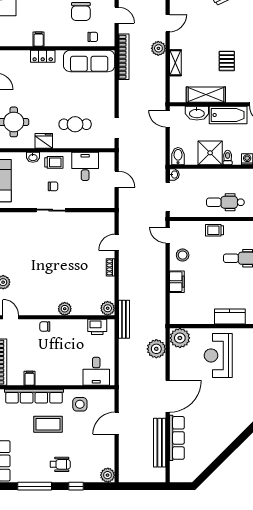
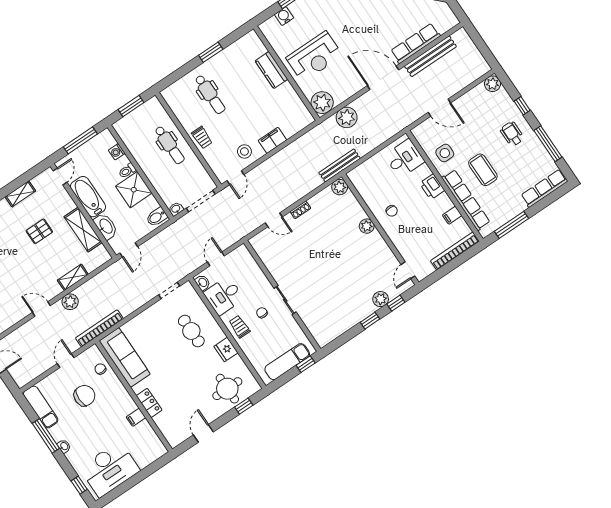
washbasin: (33, 157) -> (203, 283), moved
chair: (45, 326) -> (392, 211), moved
printer: (97, 327) -> (432, 187), moved, turned 180

